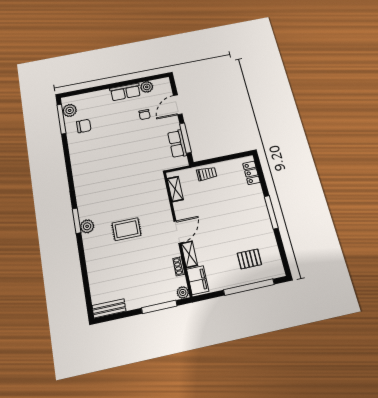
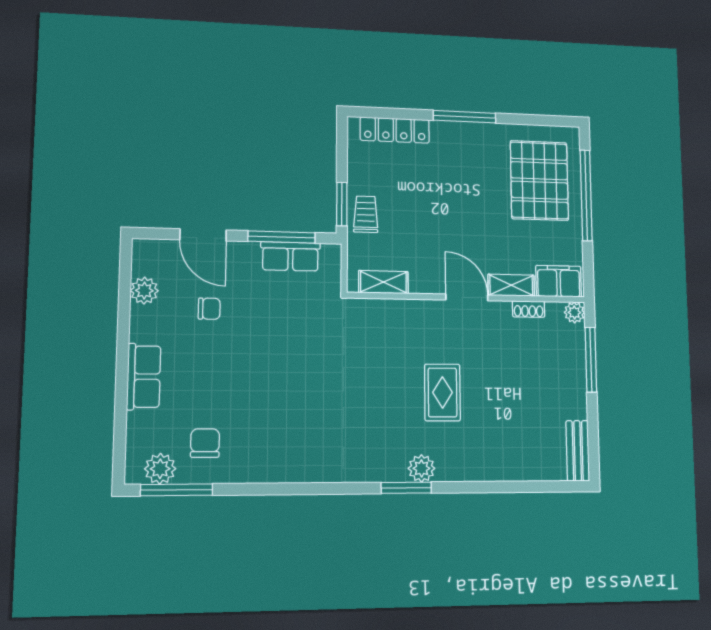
row of seats: (125, 92) -> (144, 377), moved
window: (209, 162) -> (342, 204), added
locker: (251, 173) -> (395, 130), width x1.53
pallet: (249, 259) -> (539, 180), width x2.05, depth x2.00

